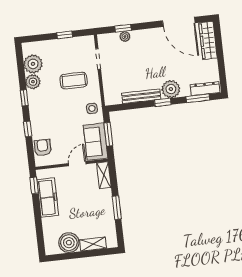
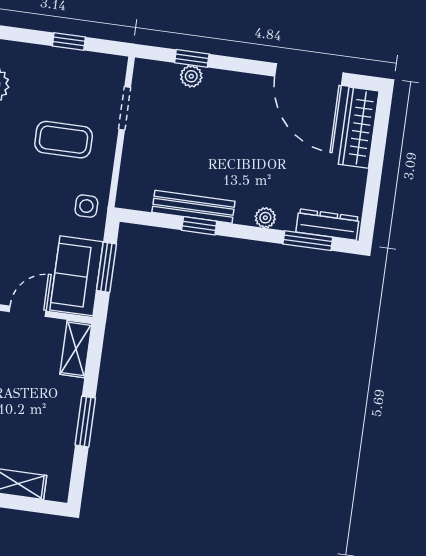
plant: (171, 89) -> (265, 218), width x0.53, depth x0.53
window: (163, 102) -> (199, 226), moved

